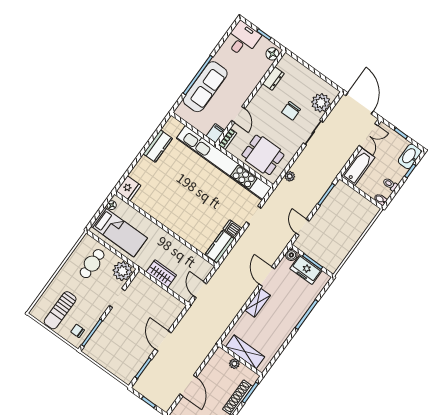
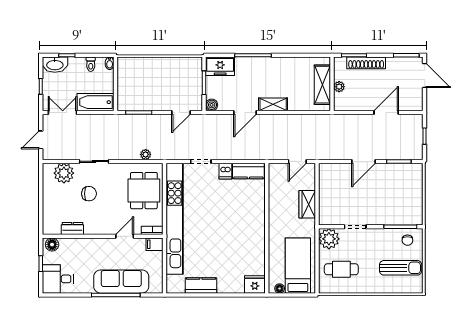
door: (360, 103) -> (41, 140), width x0.53
freezer: (306, 270) -> (220, 66), moved, turned 90

